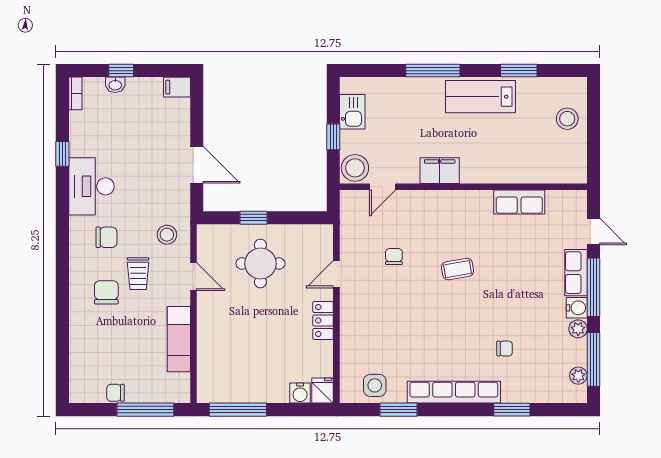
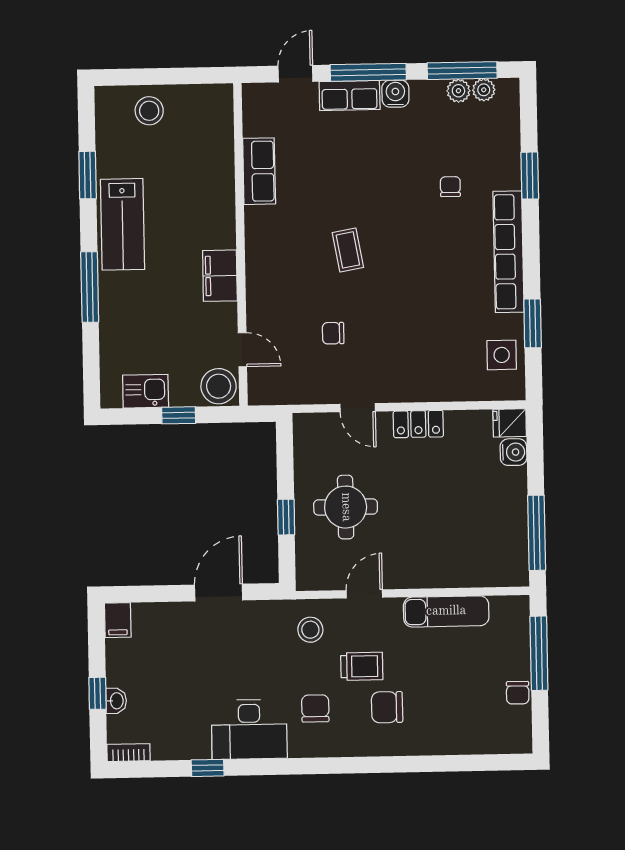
plant: (578, 329) -> (458, 91), moved

